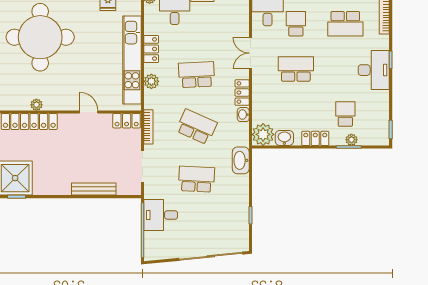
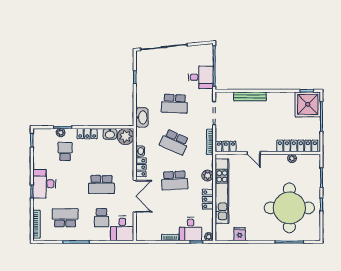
double door: (250, 53) -> (135, 196), width x1.37
school desk: (345, 114) -> (65, 151), turned 180

